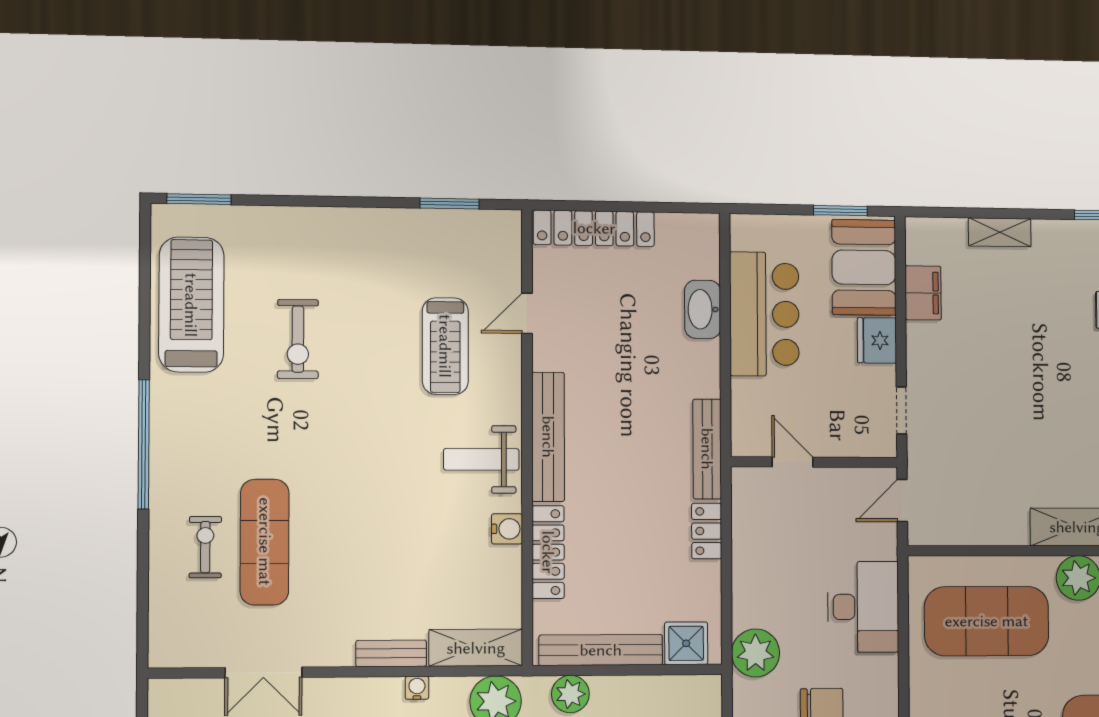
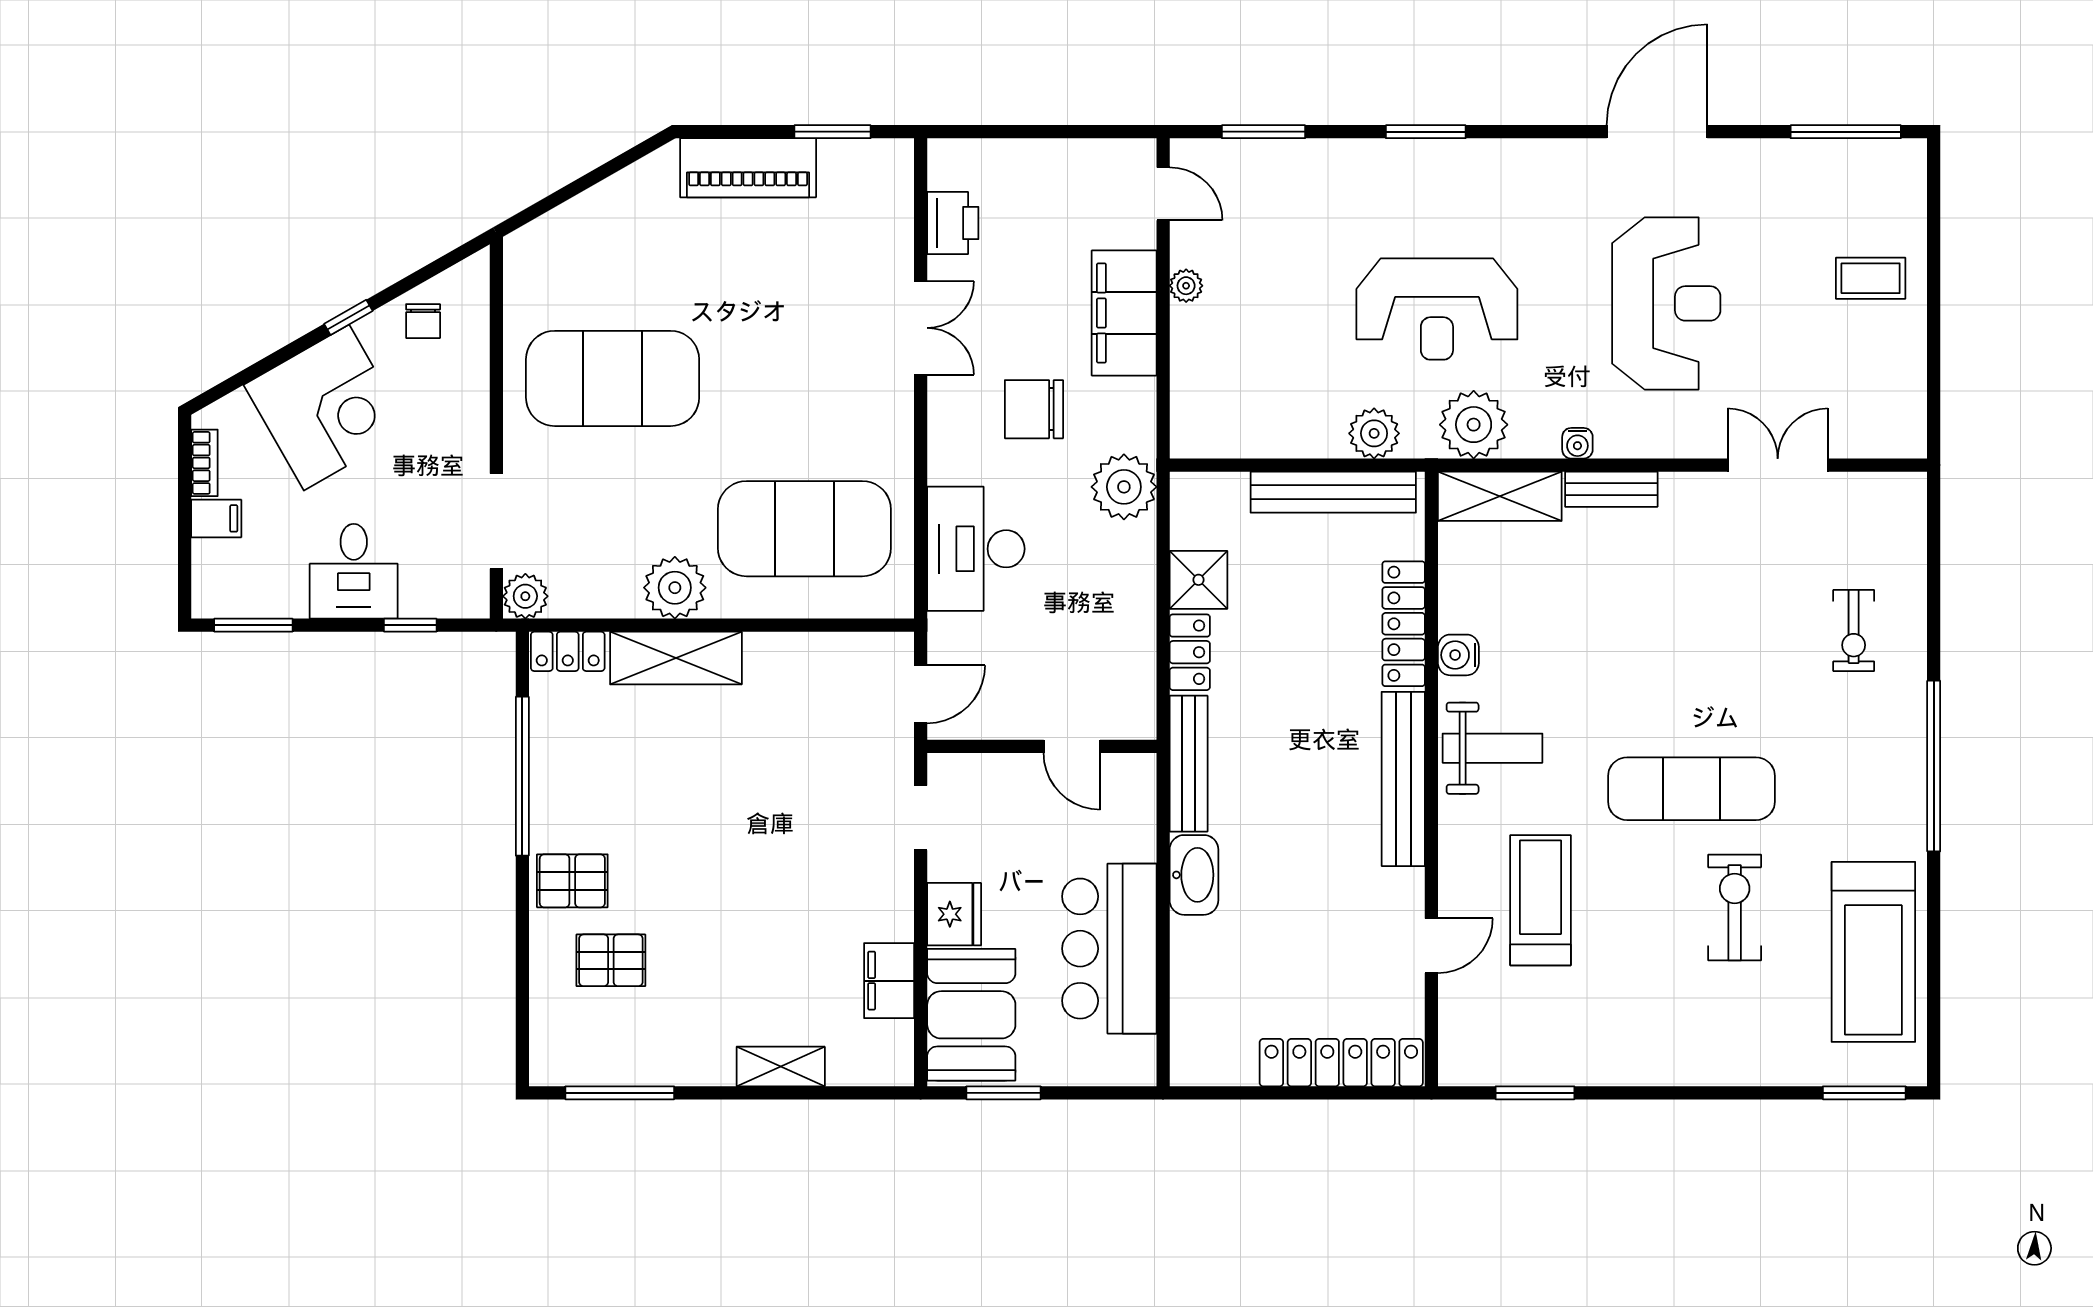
washbasin: (703, 309) -> (1194, 875), moved
exercise mat: (265, 542) -> (1691, 789), moved, turned 90
shower: (686, 643) -> (1198, 580), moved

